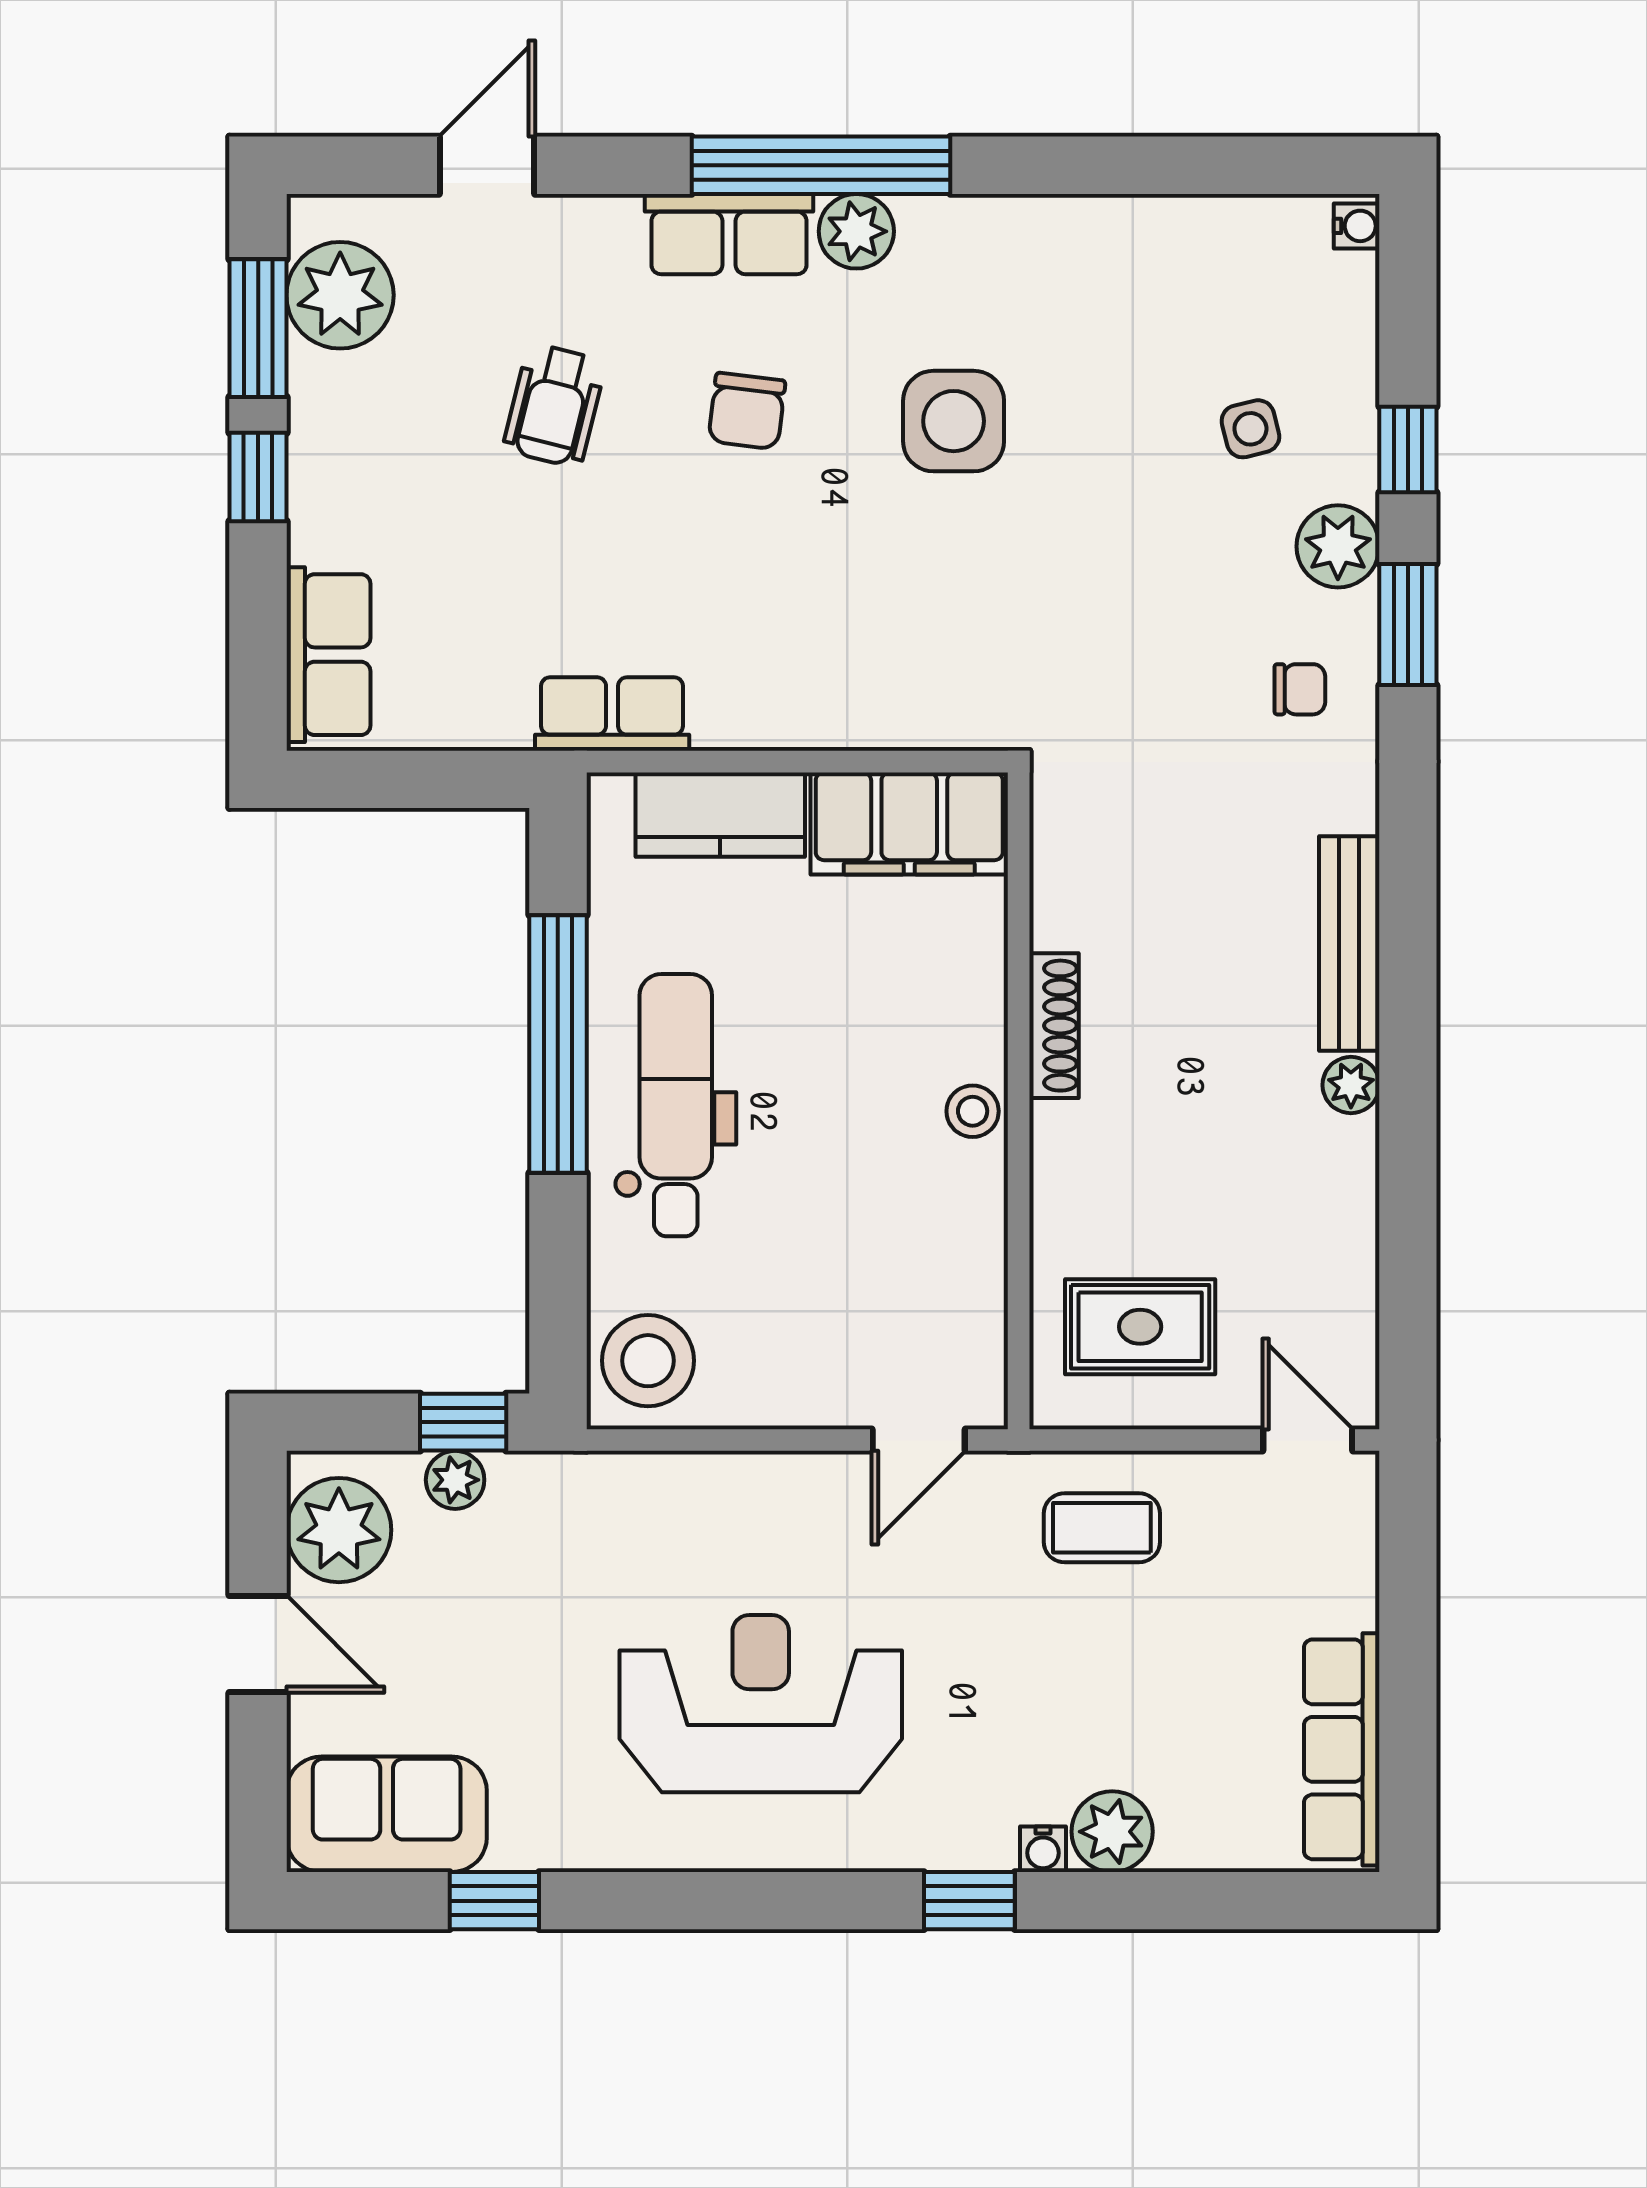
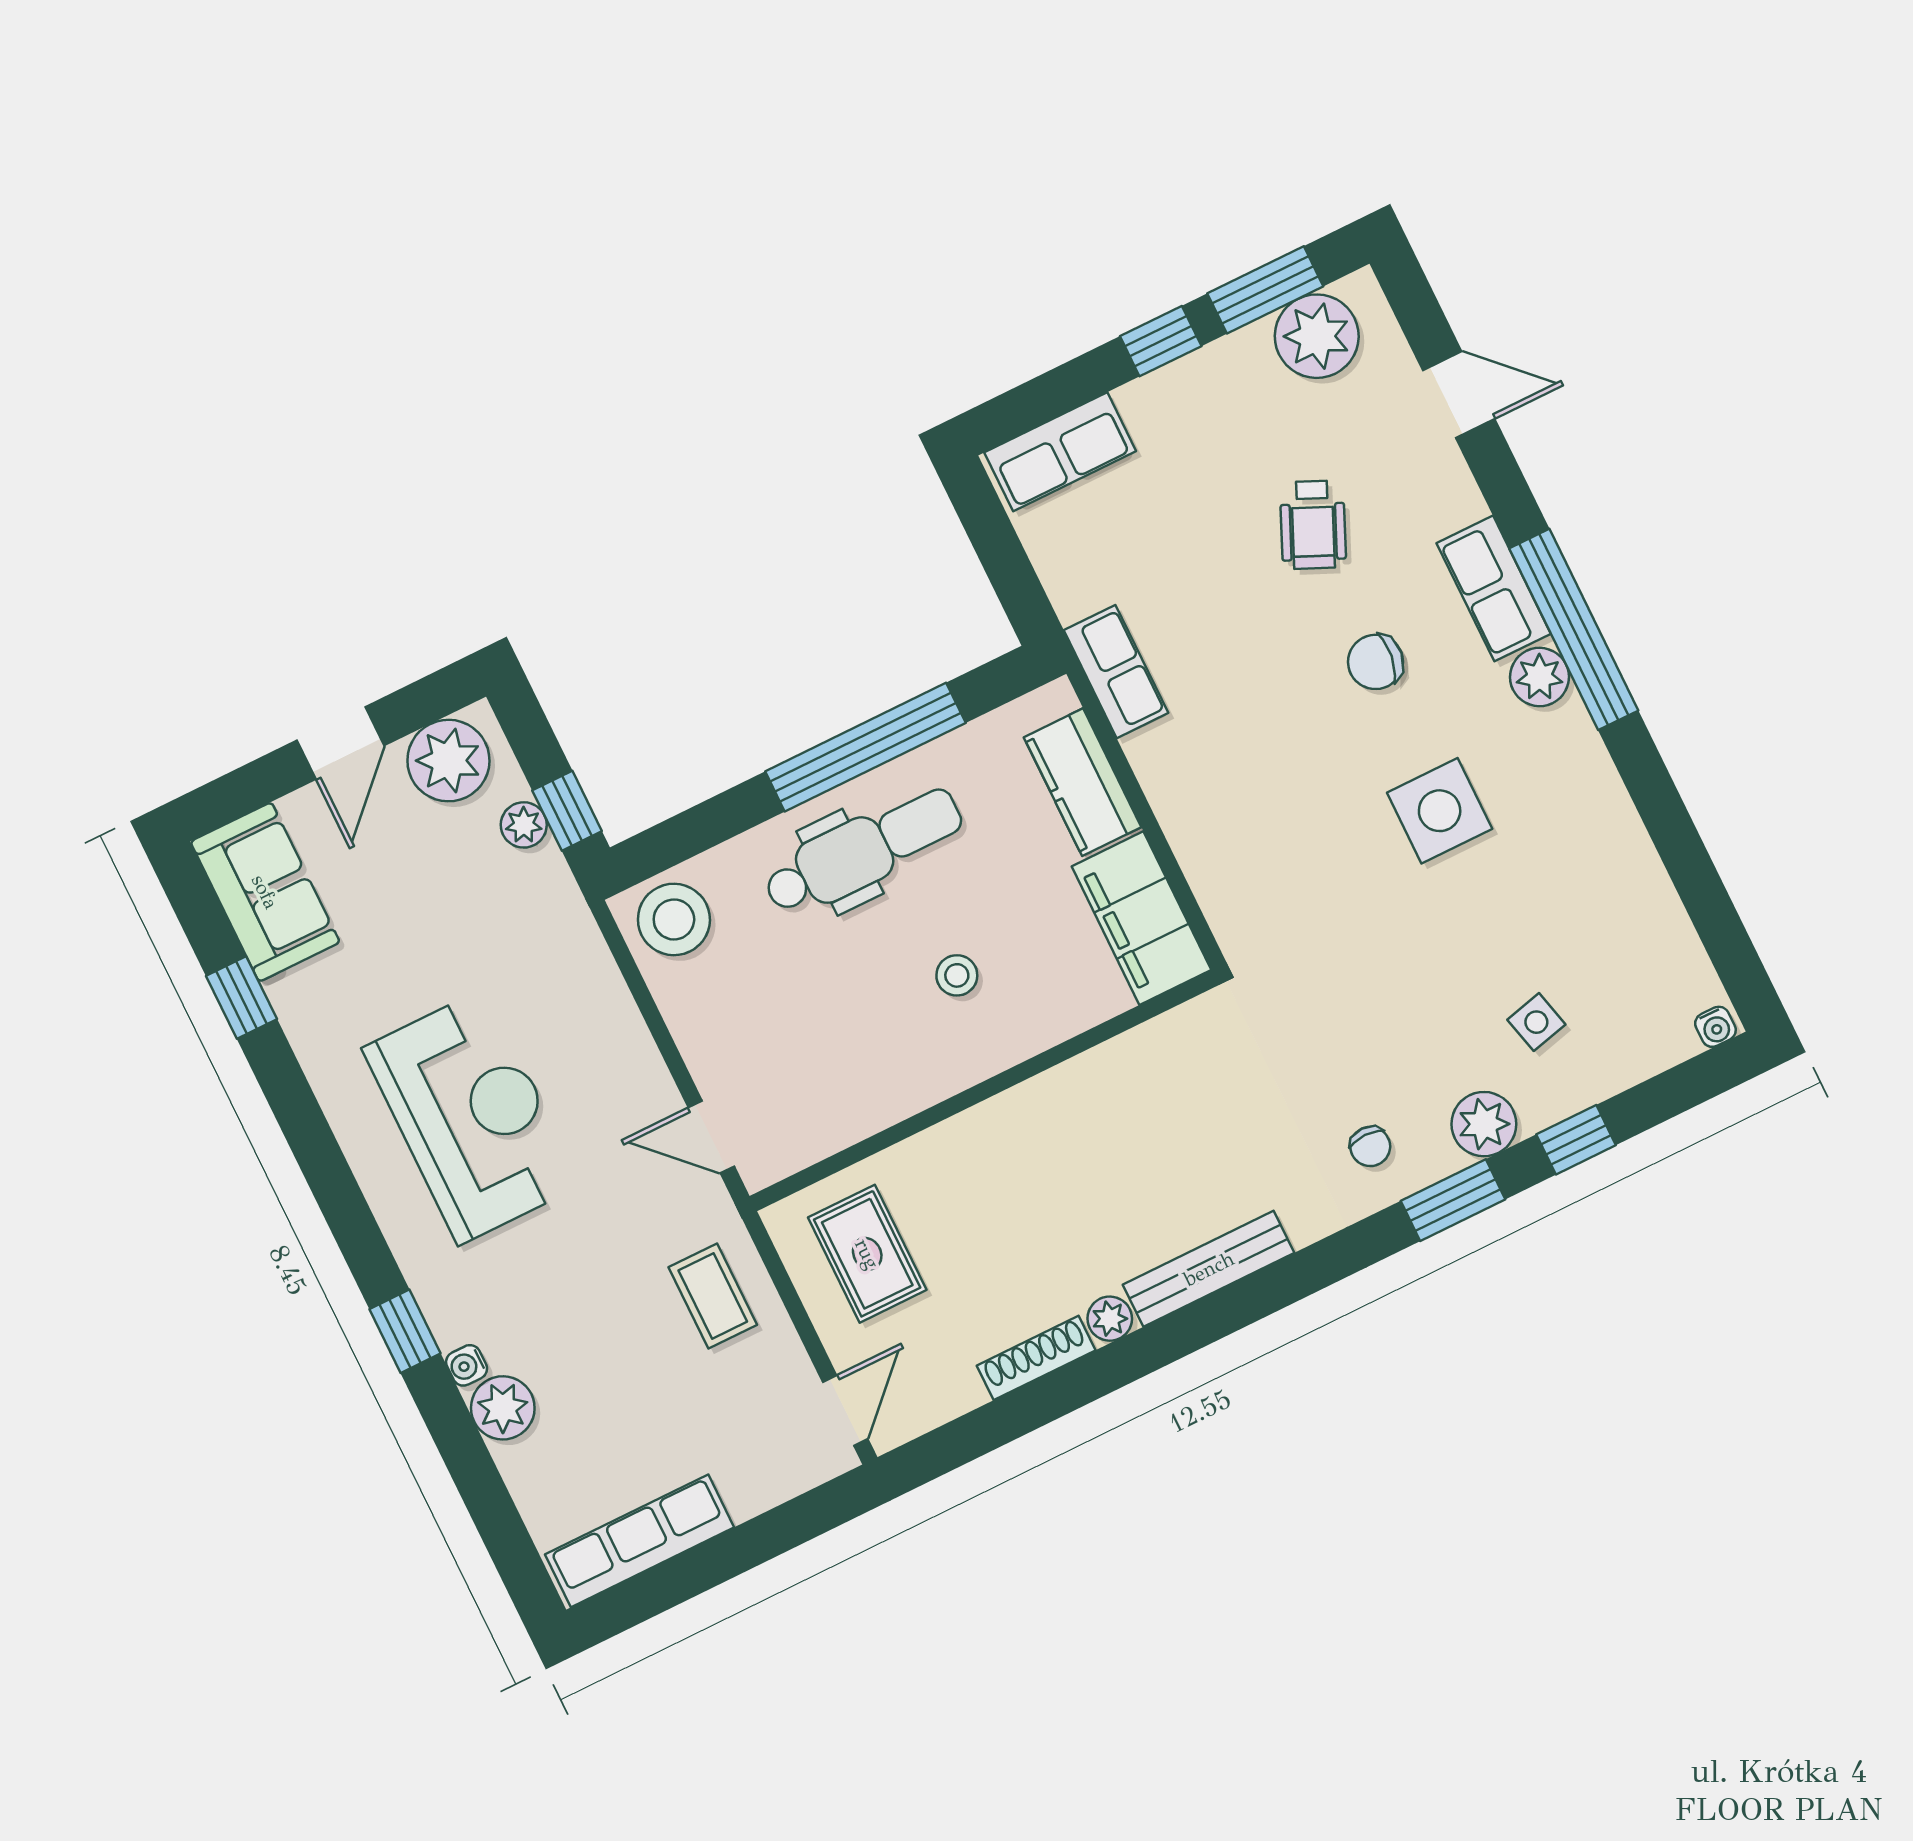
wheelchair: (554, 406) -> (1313, 525), turned -80
shoe rack: (1054, 1026) -> (1036, 1358), moved, turned 180
stool: (973, 1111) -> (957, 975), moved

